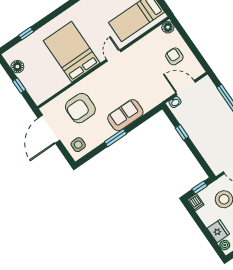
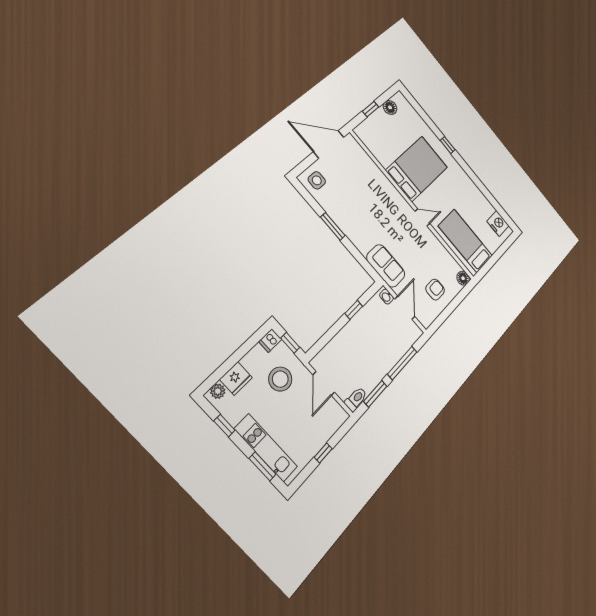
window: (26, 33) -> (448, 145), moved
armchair: (80, 108) -> (359, 181), removed
sofa: (125, 115) -> (386, 266), moved

